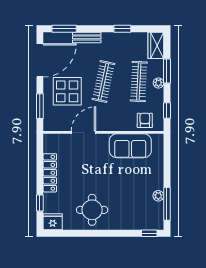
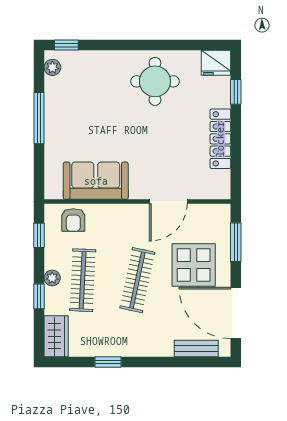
window: (64, 29) -> (198, 362), removed
bench: (87, 37) -> (196, 348), moved
door: (40, 60) -> (236, 313), hinge flipped
window: (167, 71) -> (39, 296), width x0.67
plant: (158, 196) -> (52, 67), moved
window: (167, 204) -> (39, 118), moved

